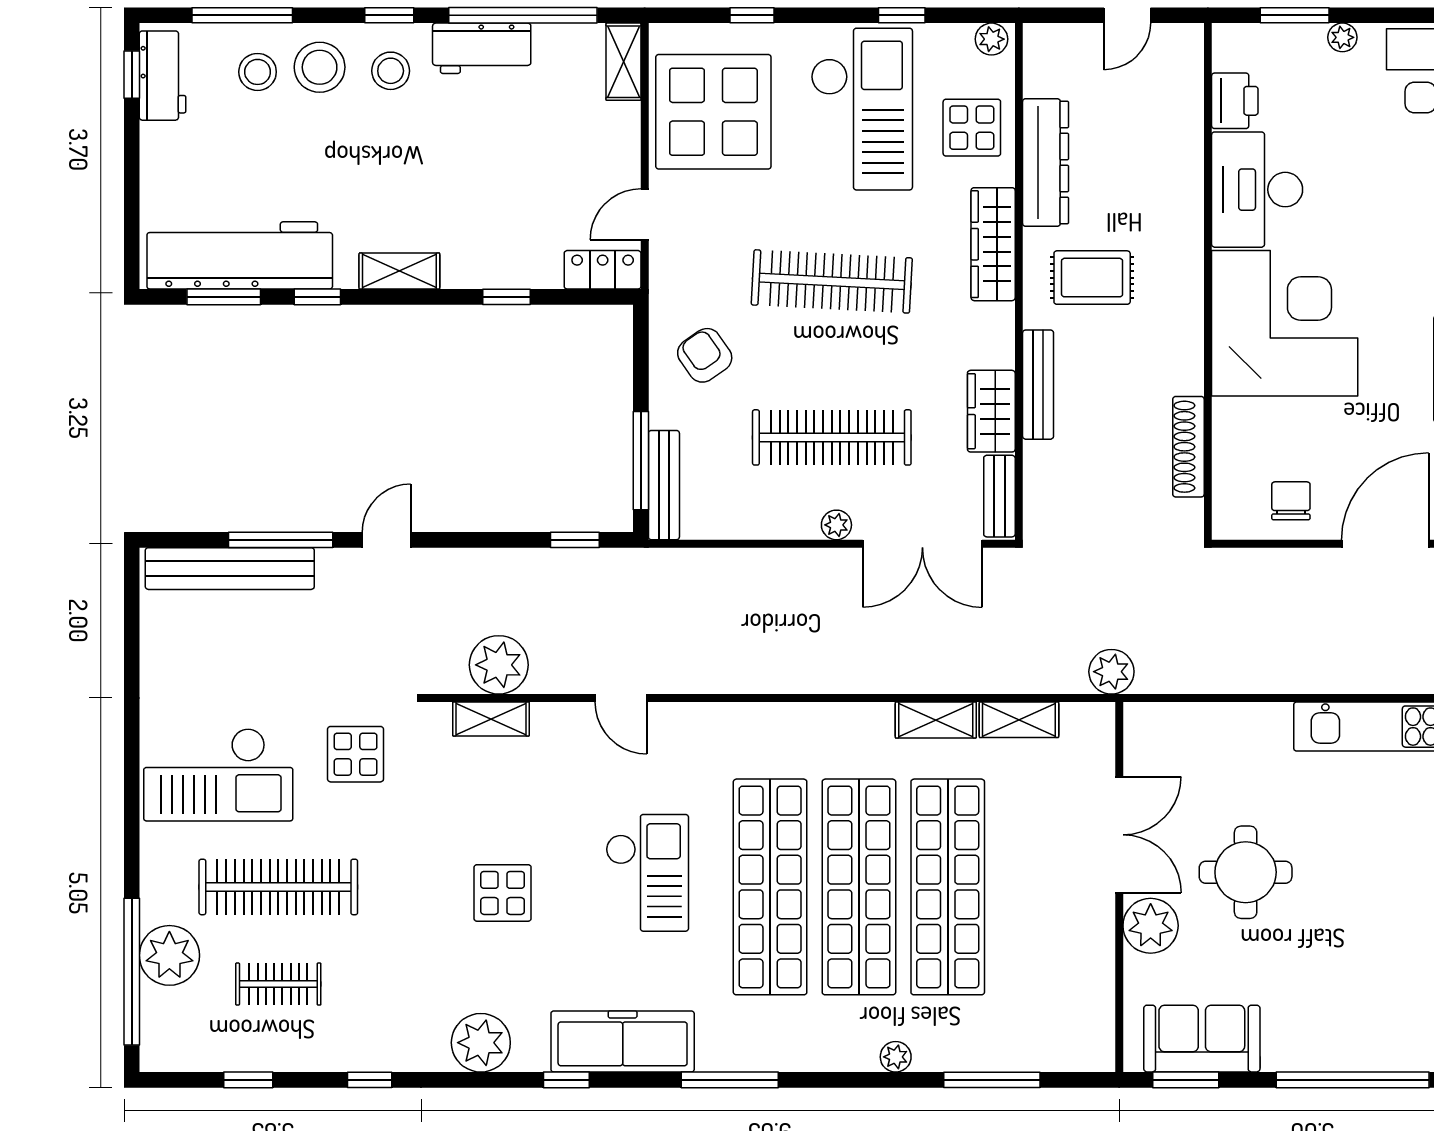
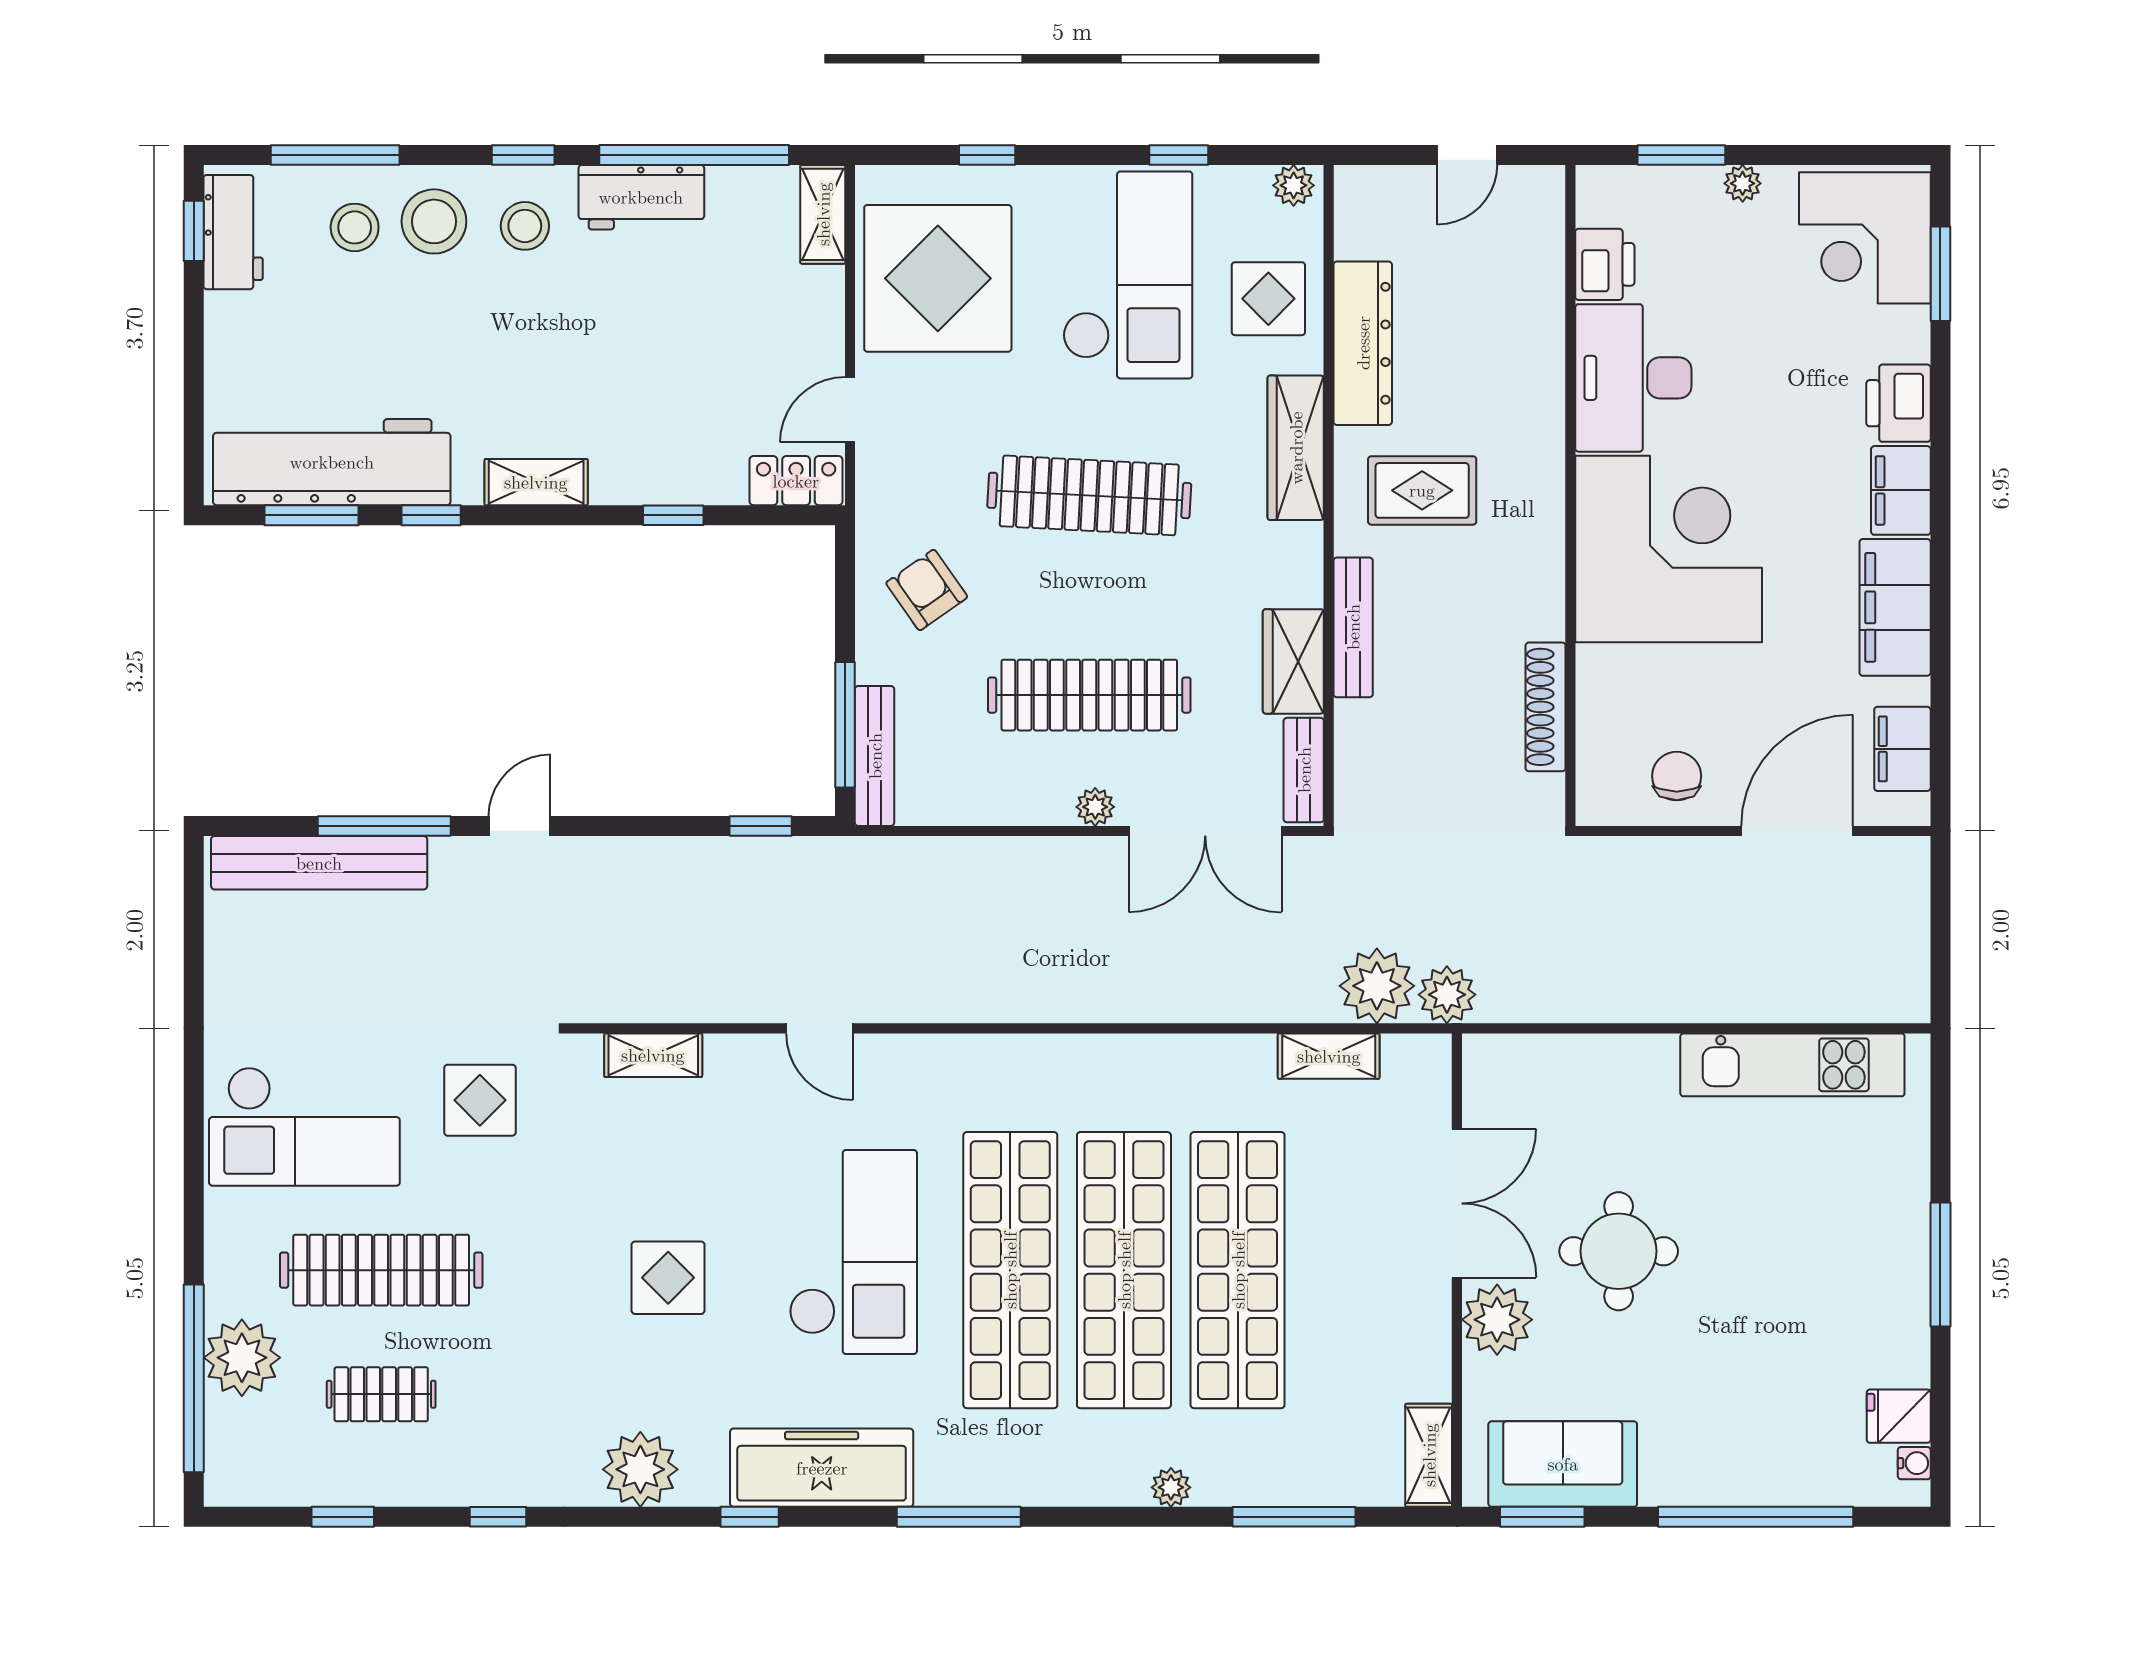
plant: (499, 665) -> (1377, 986), moved
shelving: (936, 720) -> (1429, 1455), moved, turned 90
checkout: (647, 873) -> (853, 1252), width x1.36, depth x1.21

